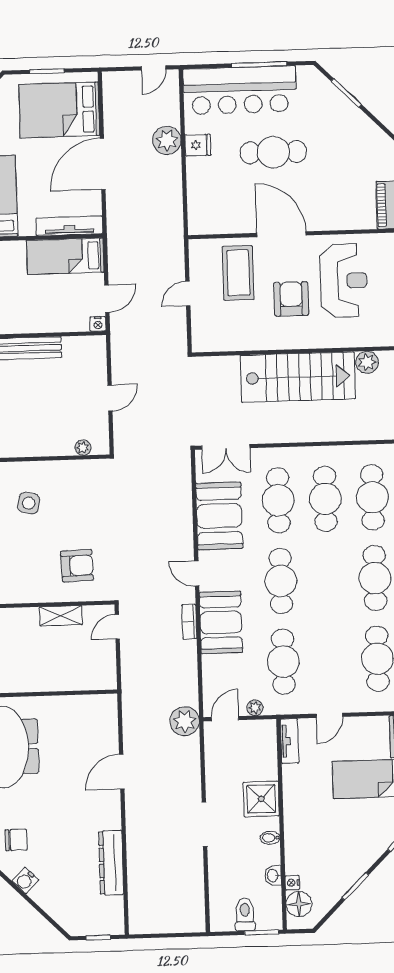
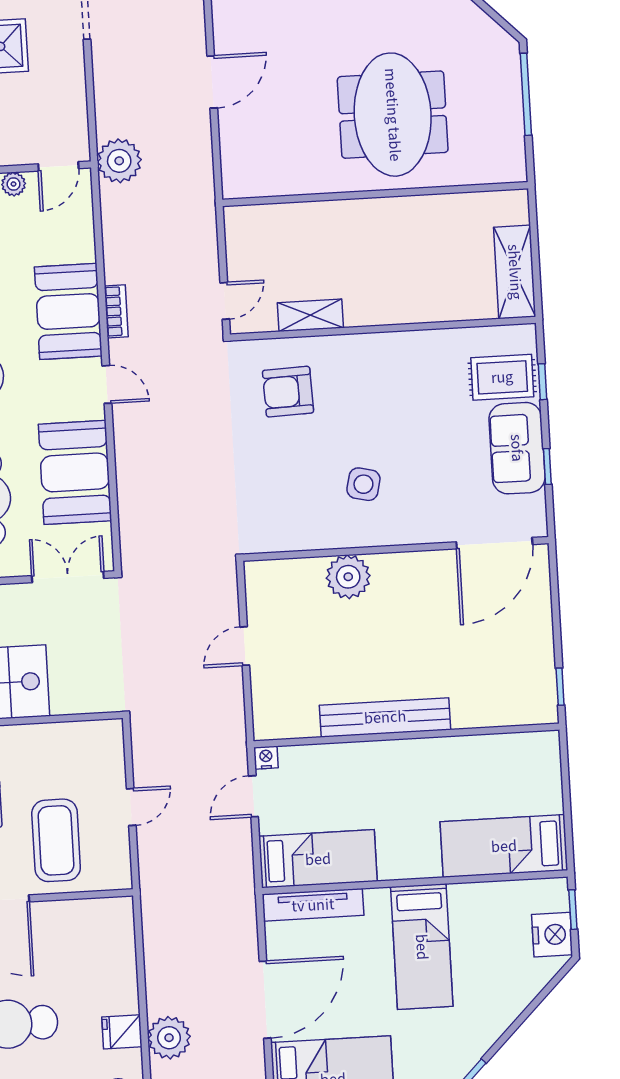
plant: (83, 448) -> (348, 577), moved, width x1.88, depth x1.88

